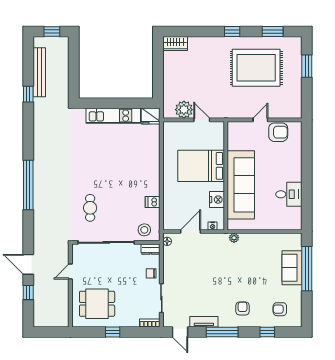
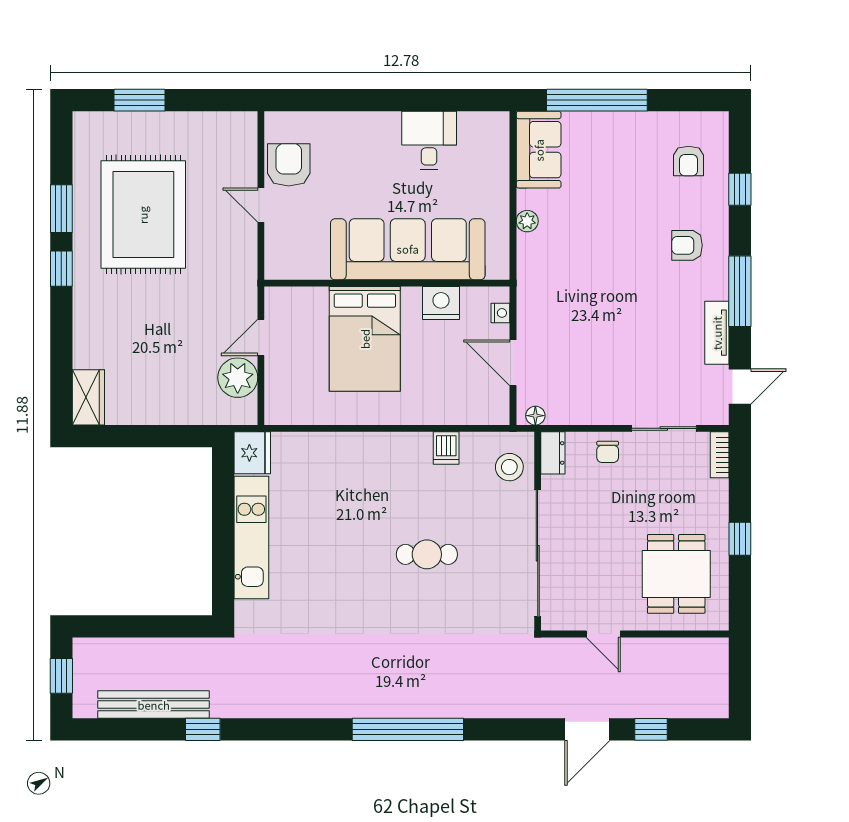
window: (273, 32) -> (61, 209), moved
cafe table: (90, 208) -> (427, 554), moved
plant: (234, 238) -> (527, 221), moved
sofa: (292, 268) -> (539, 150), moved, turned -90

